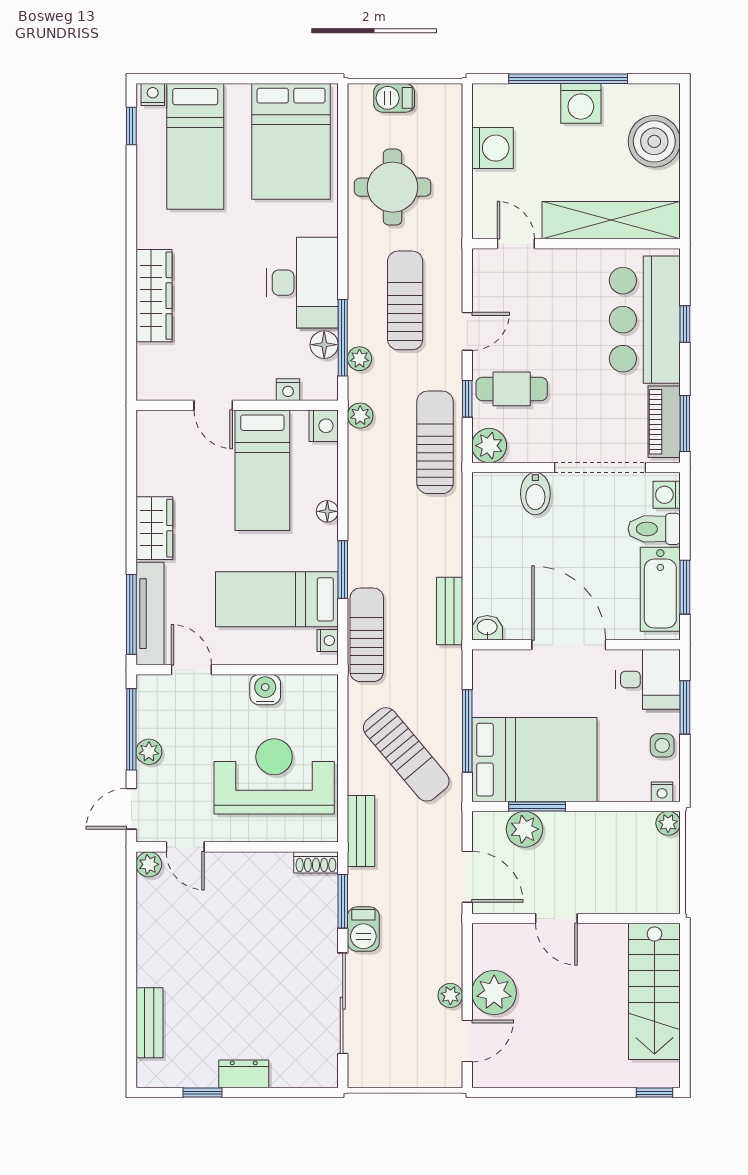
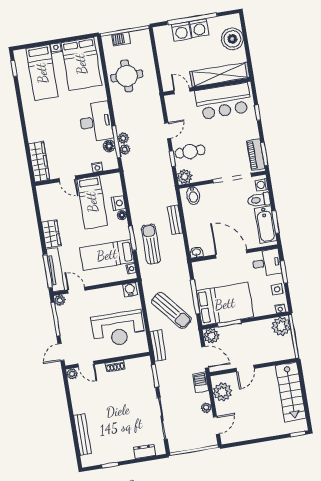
nightstand: (153, 95) -> (56, 48), moved
washing machine: (492, 148) -> (181, 31), moved, turned 90
wardrobe: (154, 296) -> (39, 162), moved
sun lounger: (405, 300) -> (140, 122), removed
bar counter: (645, 320) -> (223, 101), moved, turned -90
plant: (360, 416) -> (123, 138), moved
nightstand: (324, 426) -> (118, 203), moved
sun lounger: (435, 442) -> (162, 179), removed
bidet: (535, 494) -> (193, 196), moved
bench: (450, 611) -> (175, 220), moved
sun lounger: (367, 635) -> (151, 244), moved
water cooler: (265, 690) -> (130, 290), moved
plant: (149, 752) -> (60, 300), moved
reception desk: (274, 776) -> (118, 329), turned 180
plant: (668, 823) -> (281, 326), width x1.88, depth x1.88
plant: (524, 829) -> (211, 336), moved
shoe rack: (316, 862) -> (115, 366), moved
door: (556, 918) -> (245, 368), hinge flipped
barbecue: (363, 929) -> (201, 382), moved, turned 180
plant: (494, 992) -> (222, 392), moved
bench: (149, 1023) -> (82, 434), width x1.36
dresser: (244, 1074) -> (145, 451), moved

